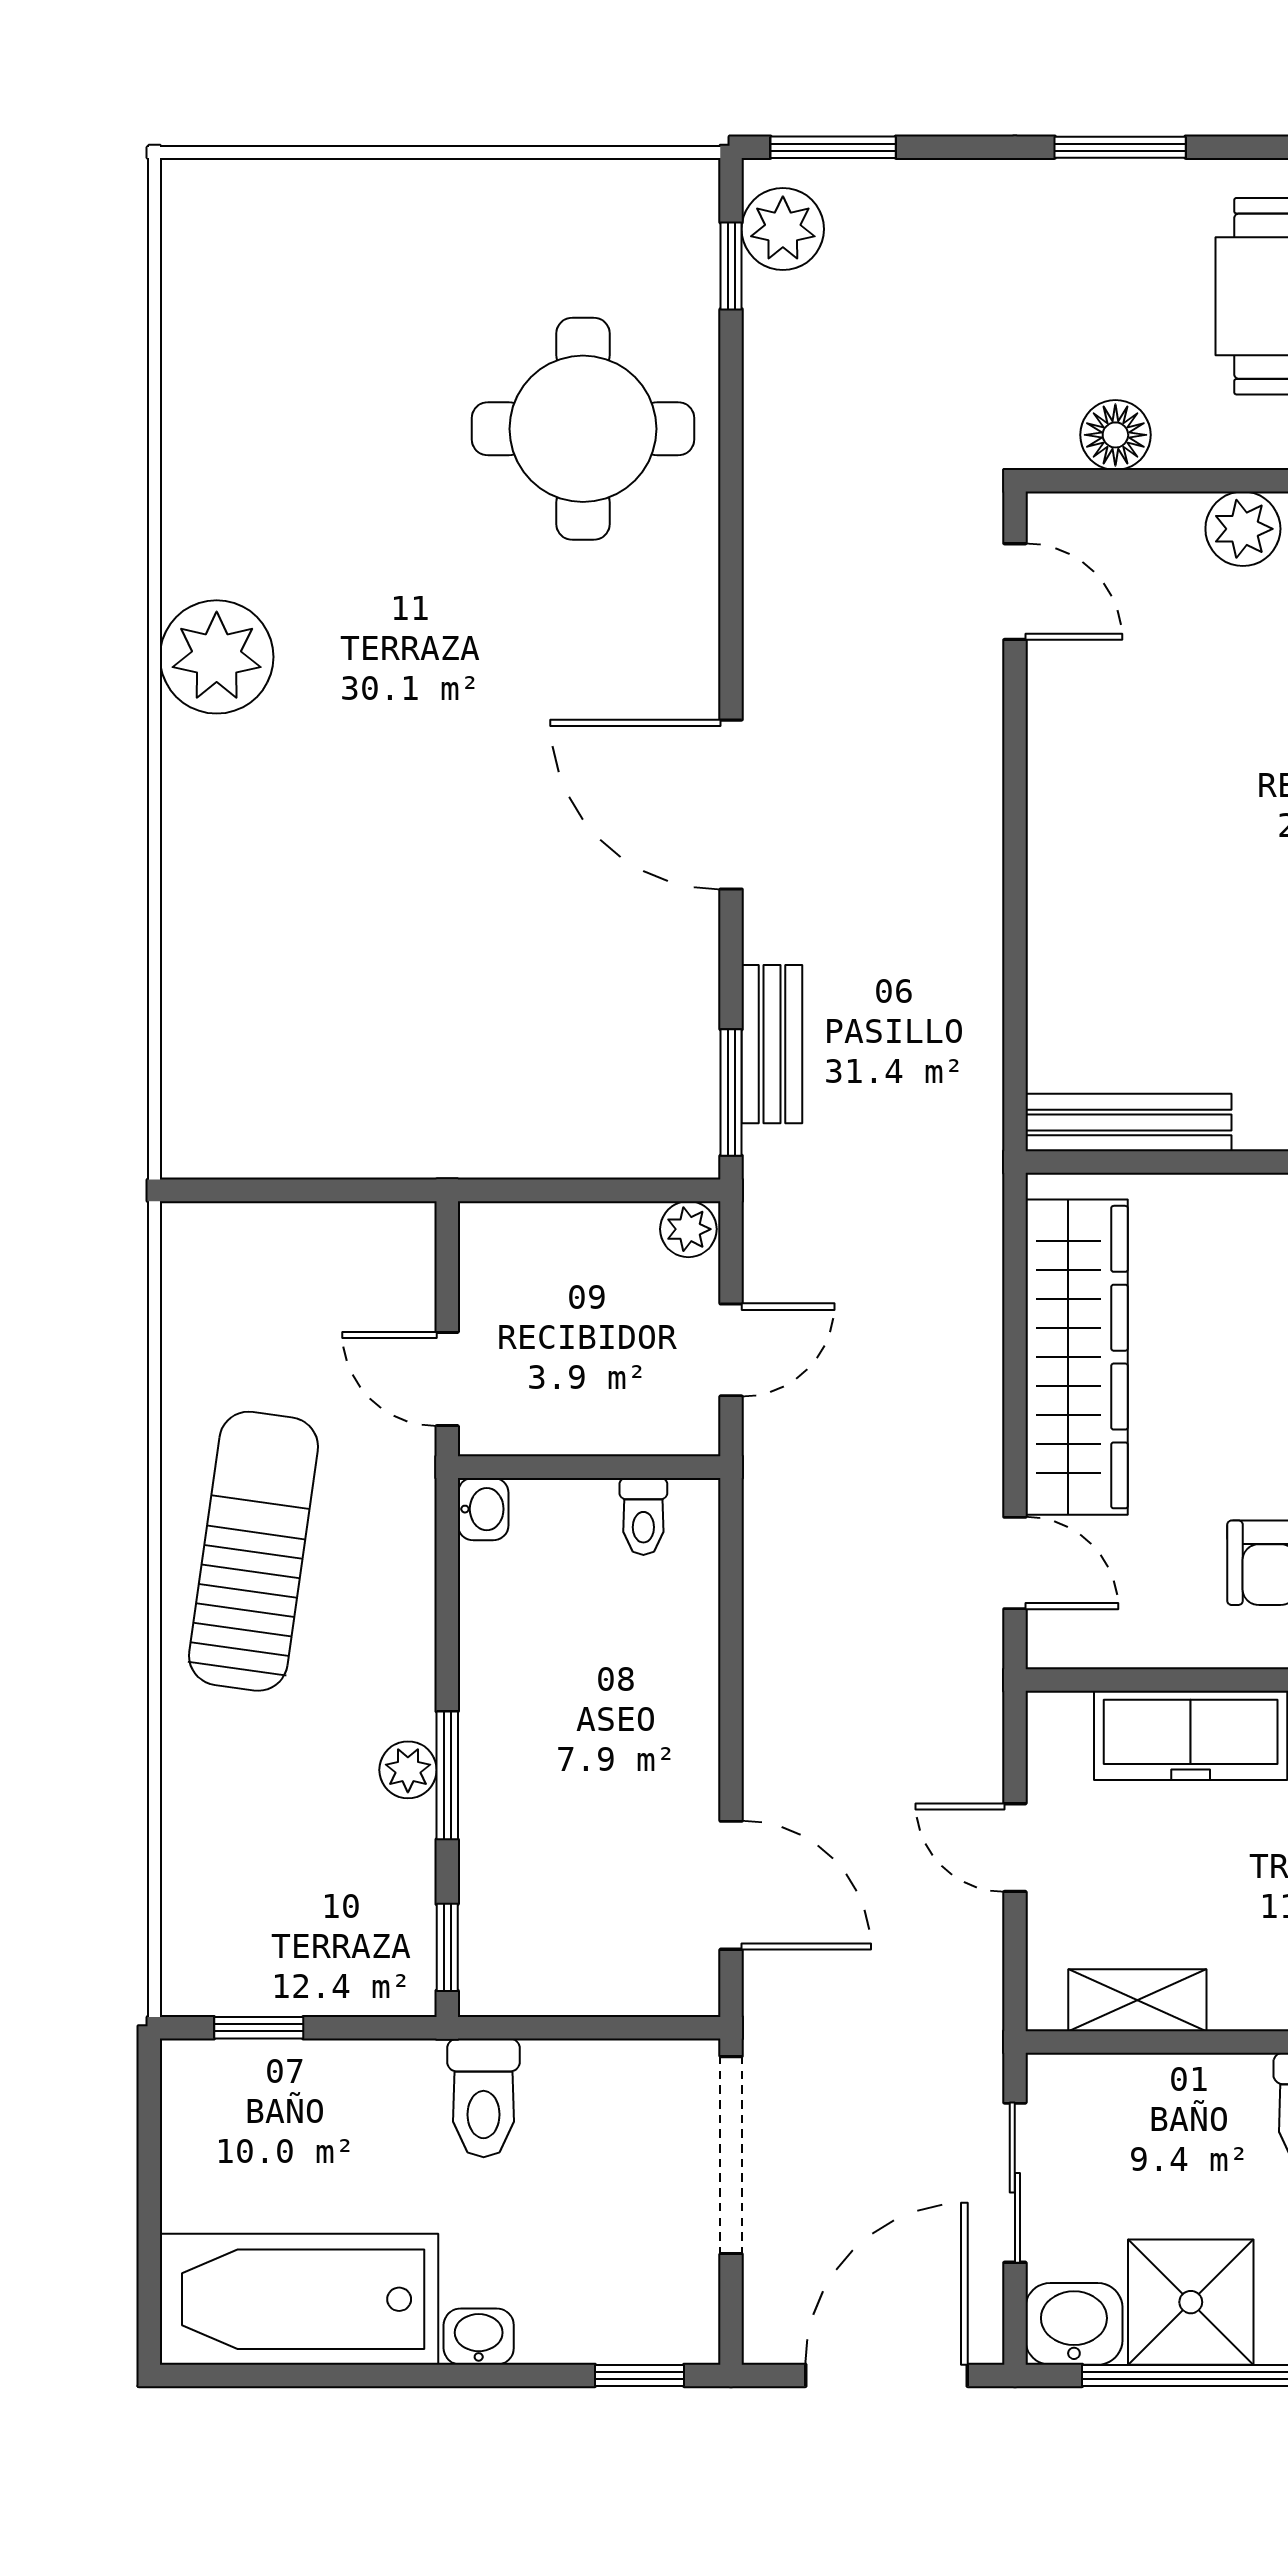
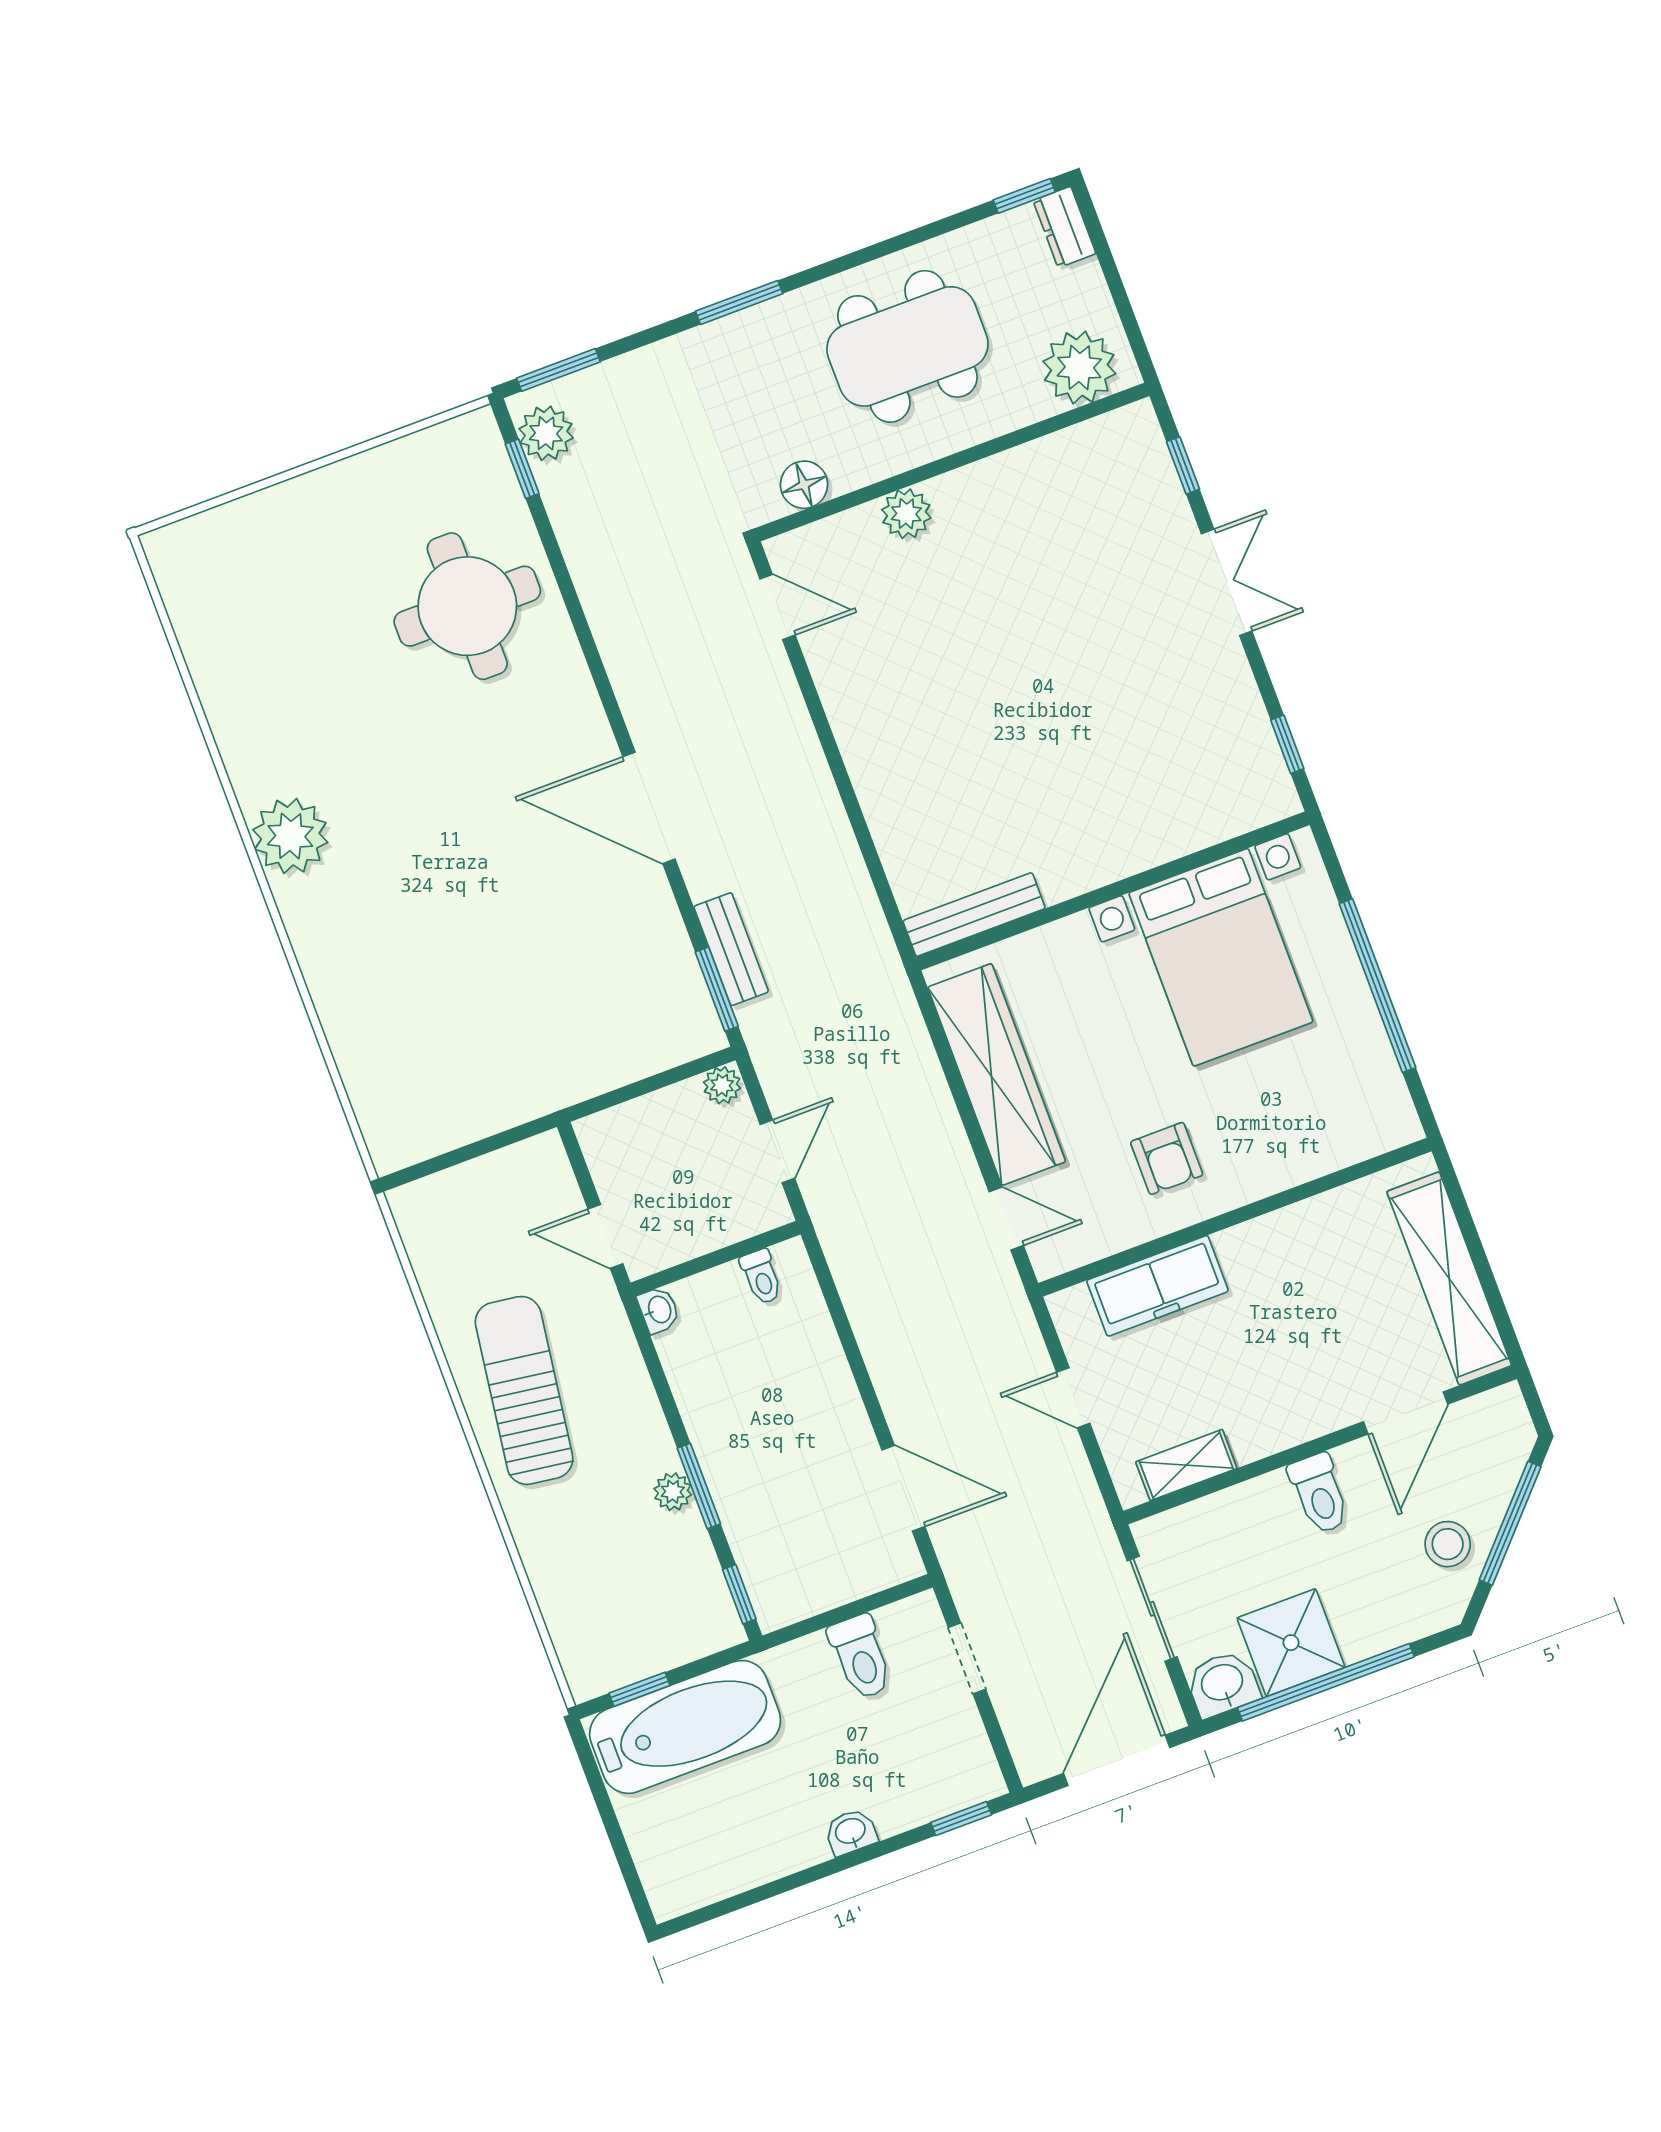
toilet: (484, 2098) -> (861, 1657), moved
doorway: (731, 2155) -> (967, 1658), width x0.53
bathtub: (299, 2299) -> (685, 1727), moved, turned 180

